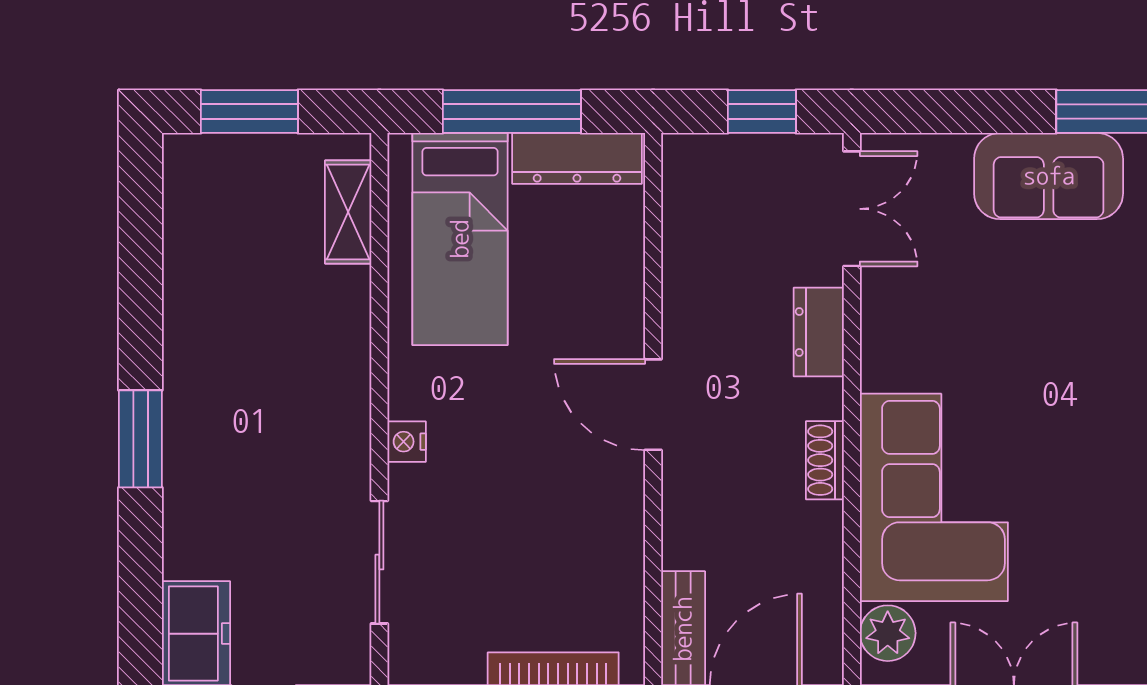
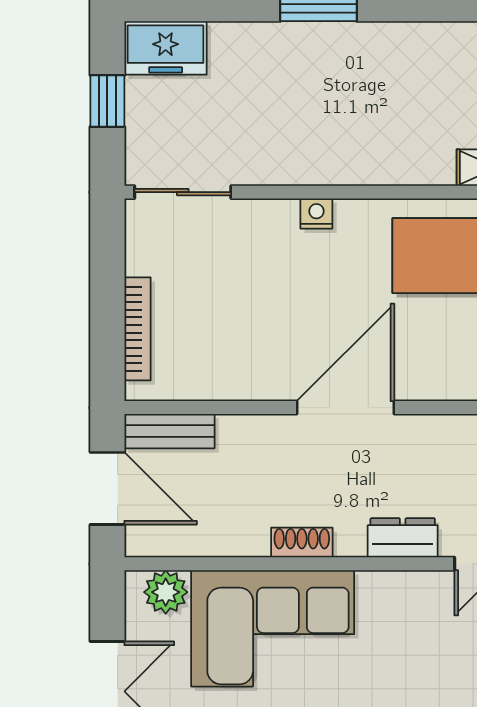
door: (653, 405) -> (346, 408), width x1.36
sliding door: (379, 562) -> (183, 192), moved

